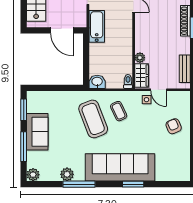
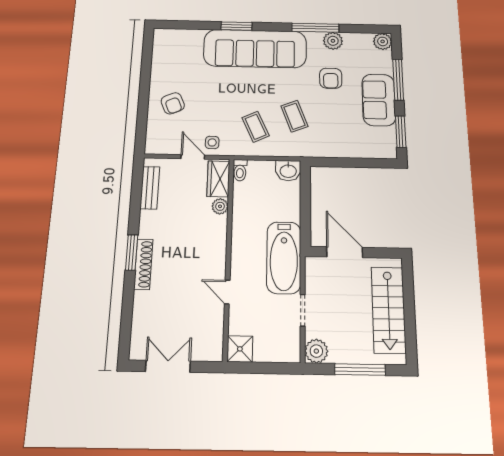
bathtub: (97, 26) -> (284, 257), width x1.36, depth x1.36
coffee table: (93, 119) -> (294, 116), width x0.54, depth x0.58
armchair: (69, 147) -> (331, 78), added

